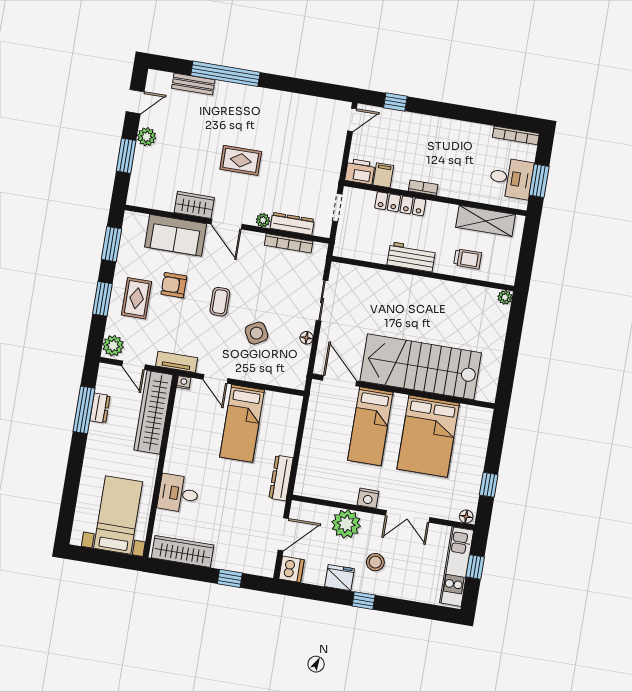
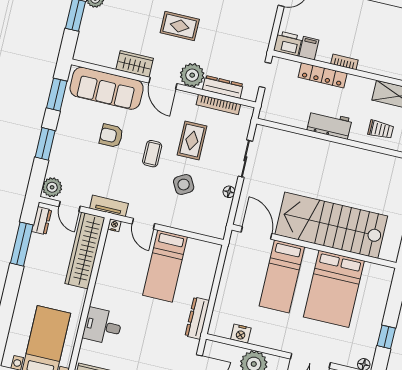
plant: (263, 220) -> (192, 75), width x1.88, depth x1.88
sofa: (176, 235) -> (107, 88), width x1.36
rug: (137, 298) -> (192, 140), moved
dresser: (100, 408) -> (42, 221), moved
nightstand: (368, 498) -> (241, 334), moved

